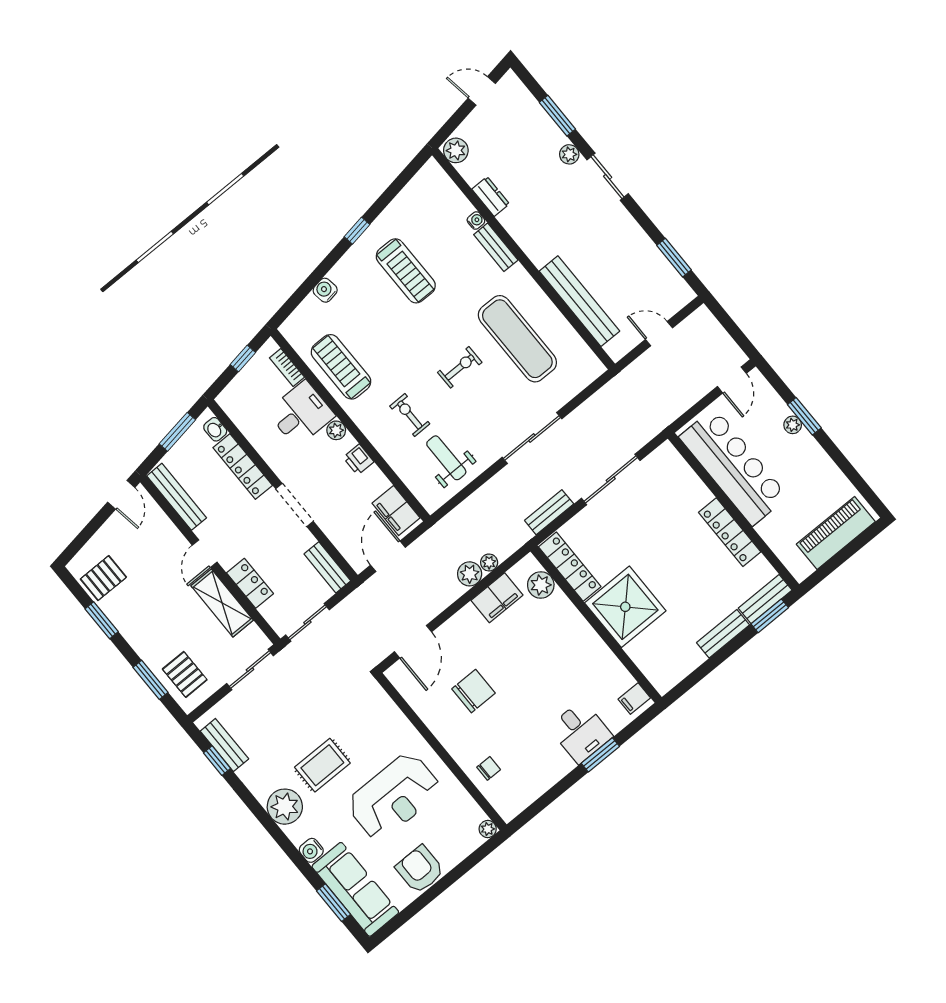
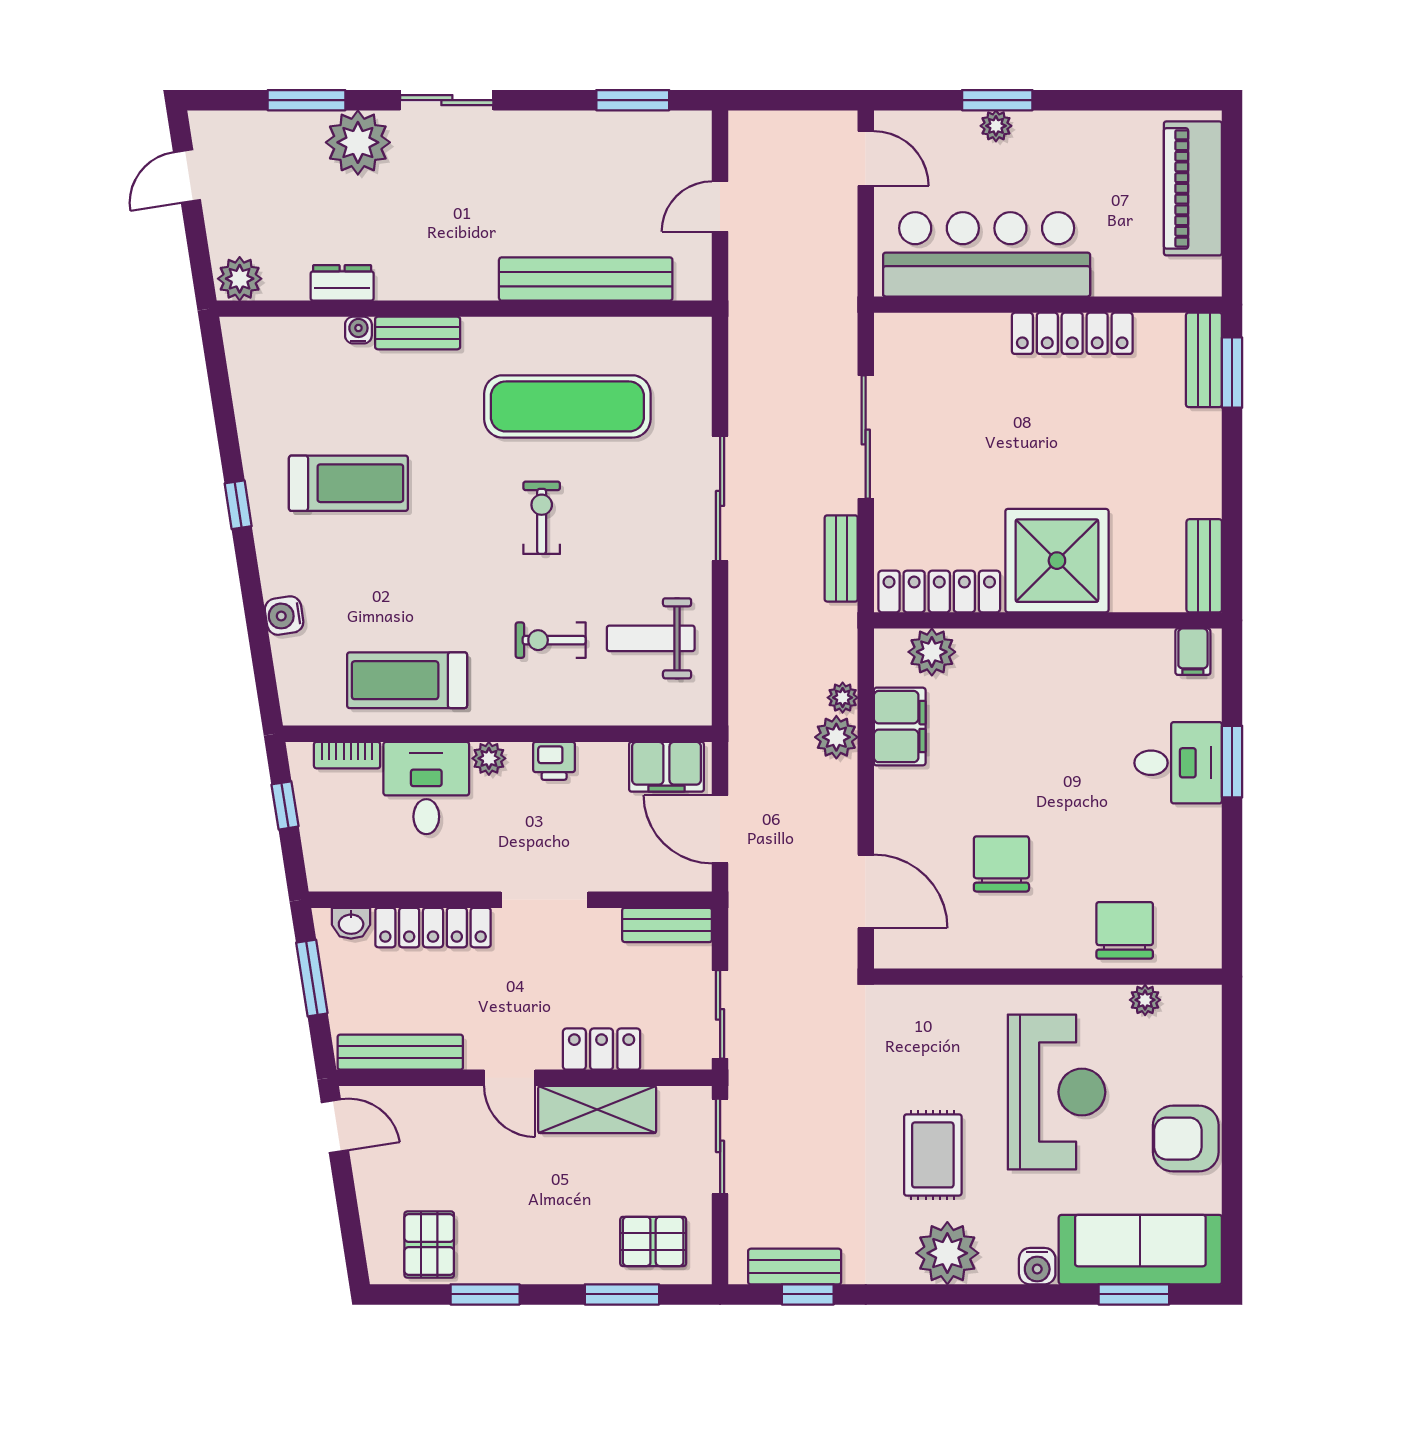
plant: (569, 154) -> (358, 142), width x1.87, depth x1.87
bench: (723, 634) -> (1204, 566), moved
chair: (489, 768) -> (1125, 930), width x1.87, depth x1.87
plant: (488, 829) -> (1145, 1000), moved

